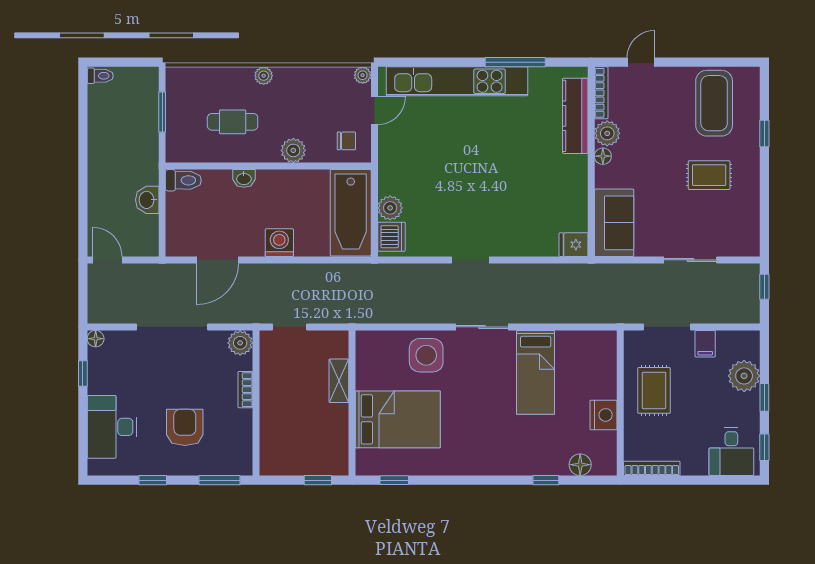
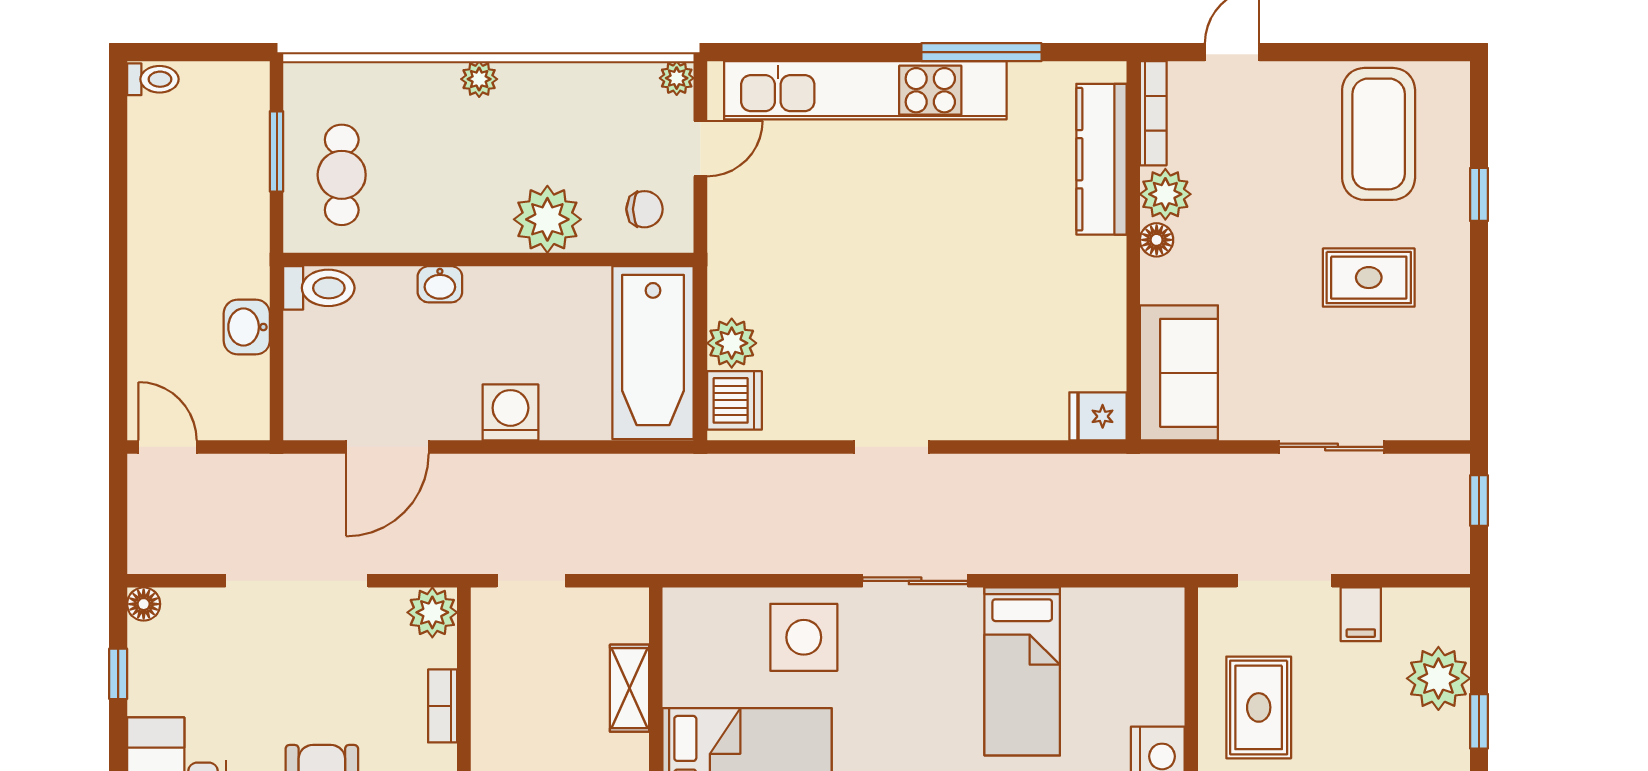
cafe table: (233, 122) -> (342, 175), moved, turned 90
plant: (293, 150) -> (547, 219), width x1.36, depth x1.36

